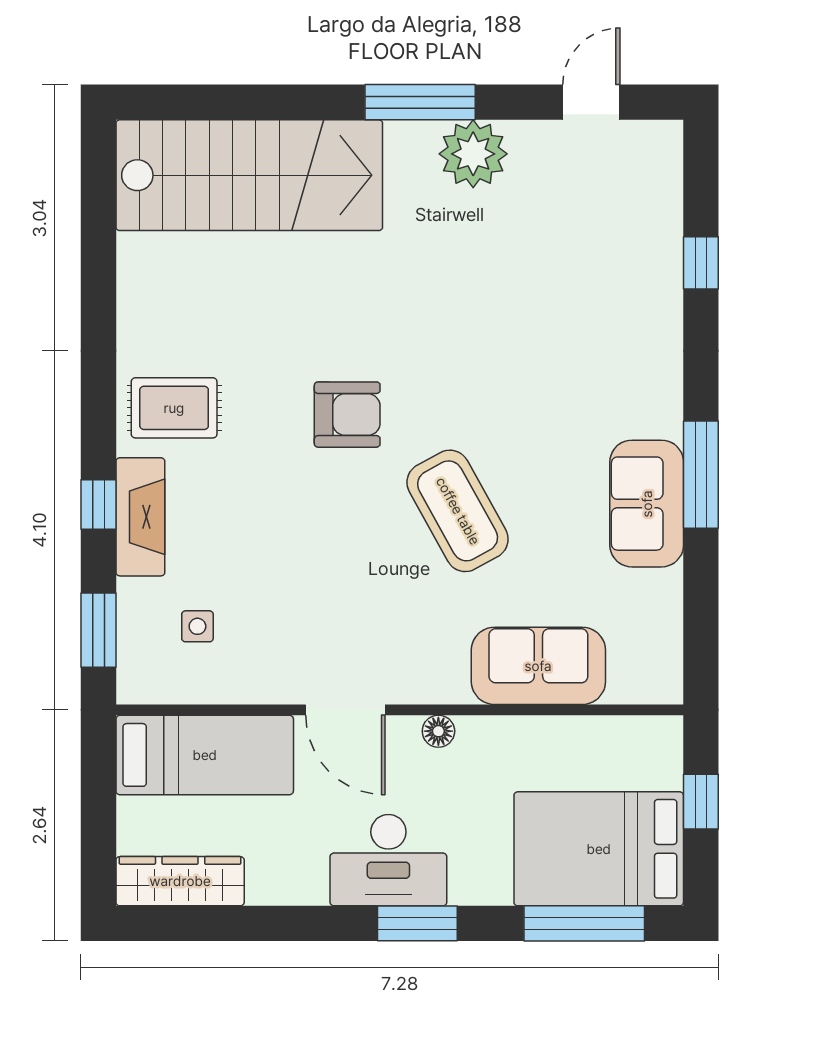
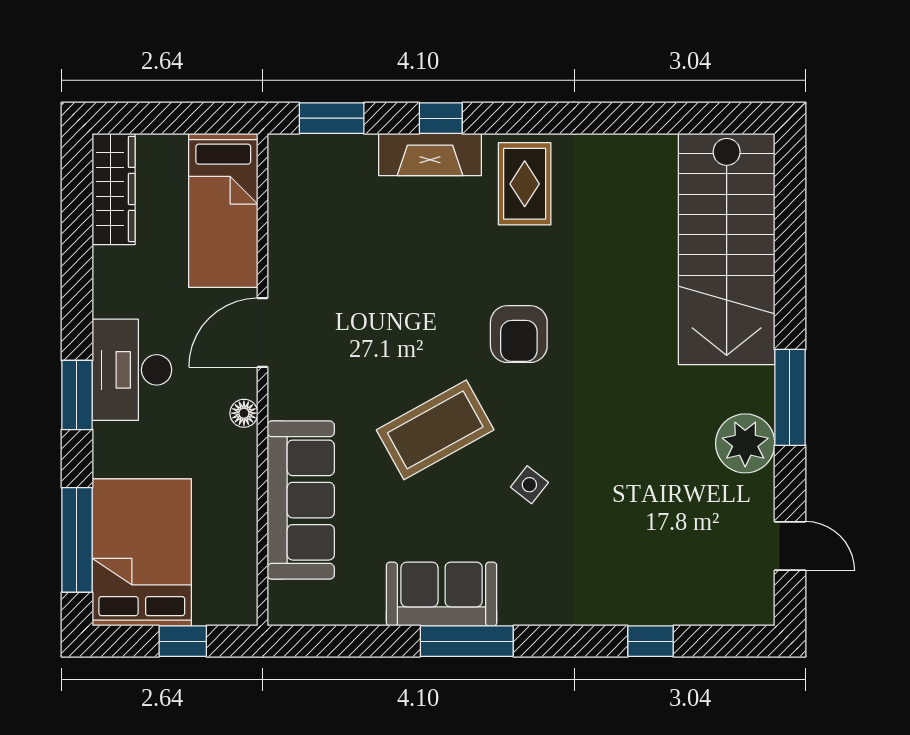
side table: (197, 626) -> (529, 485), moved, turned 38
sofa: (538, 666) -> (301, 500), width x1.36

